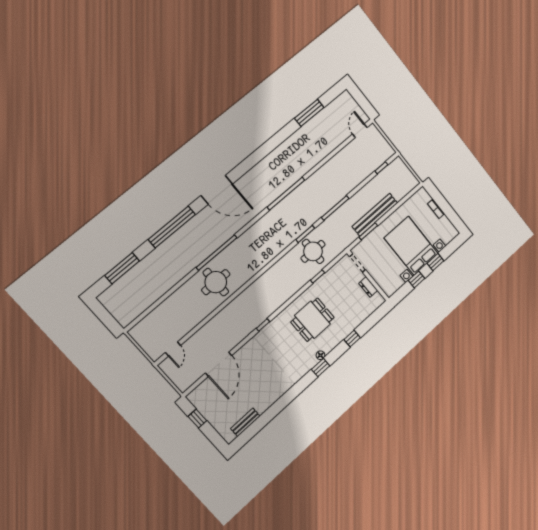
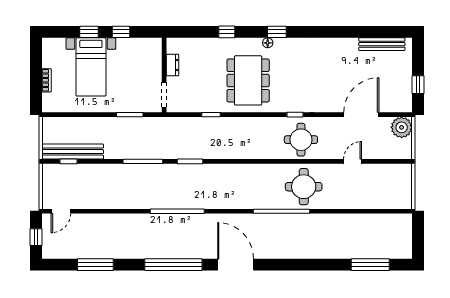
window: (362, 100) -> (36, 237), added
bench: (375, 215) -> (73, 152), moved
window: (172, 227) -> (173, 265), moved
bed with nightstands: (411, 246) -> (91, 67), width x0.73
round table: (313, 251) -> (301, 140), moved
dining table: (312, 320) -> (248, 80), width x1.37
door: (173, 349) -> (353, 161), moved
plant: (183, 380) -> (402, 127), added
bench: (245, 422) -> (382, 44), width x1.36

